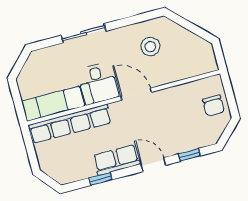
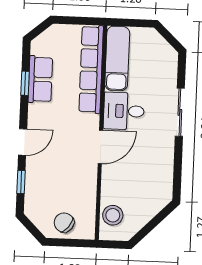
stool: (150, 47) -> (113, 215), moved
chair: (213, 106) -> (64, 223), turned 38
row of seats: (116, 160) -> (40, 79), moved

